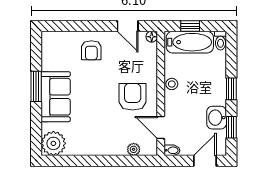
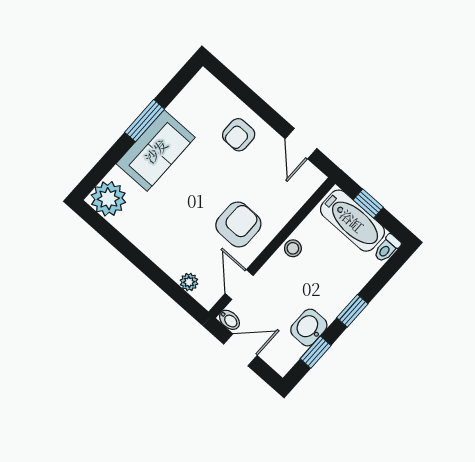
floor lamp: (152, 37) -> (317, 178), removed
door: (205, 161) -> (240, 350), moved

